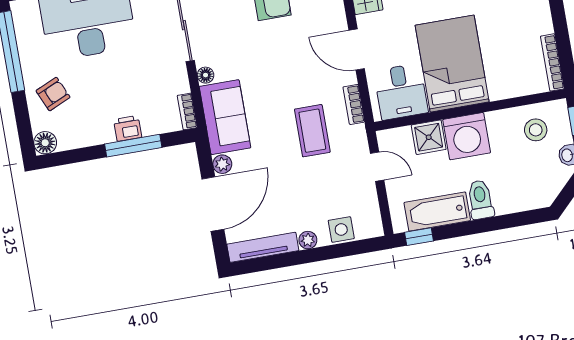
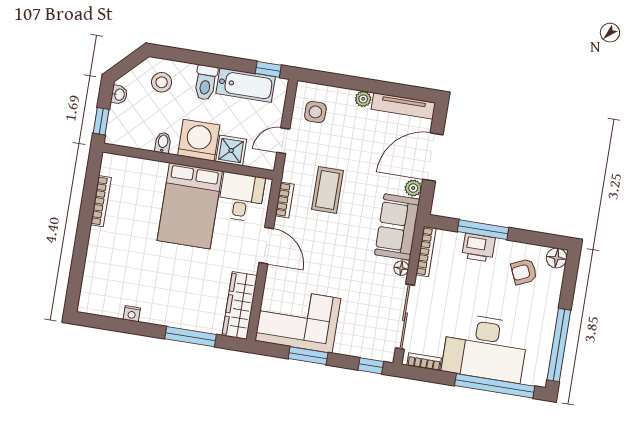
bookcase: (552, 62) -> (101, 201), moved
armchair: (53, 94) -> (524, 272), moved
bookcase: (187, 111) -> (426, 252), width x1.56
bidet: (504, 120) -> (163, 143), added
printer: (128, 128) -> (478, 248), width x1.36, depth x1.24
stool: (536, 130) -> (162, 82), moved
door: (377, 167) -> (283, 141), hinge flipped
side table: (341, 230) -> (315, 112), moved

